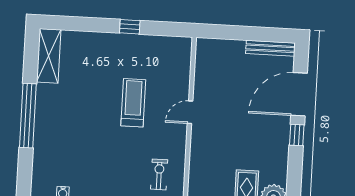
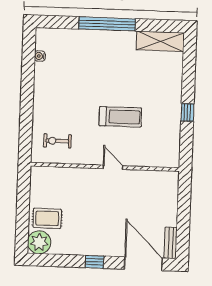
bench: (270, 48) -> (171, 243), width x0.73
door: (299, 94) -> (143, 264), moved
exercise bike: (159, 174) -> (57, 141), turned 180

